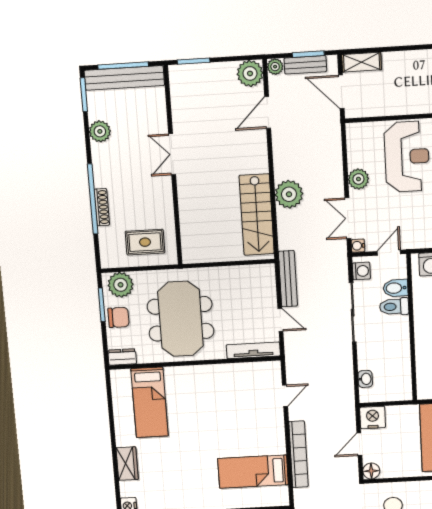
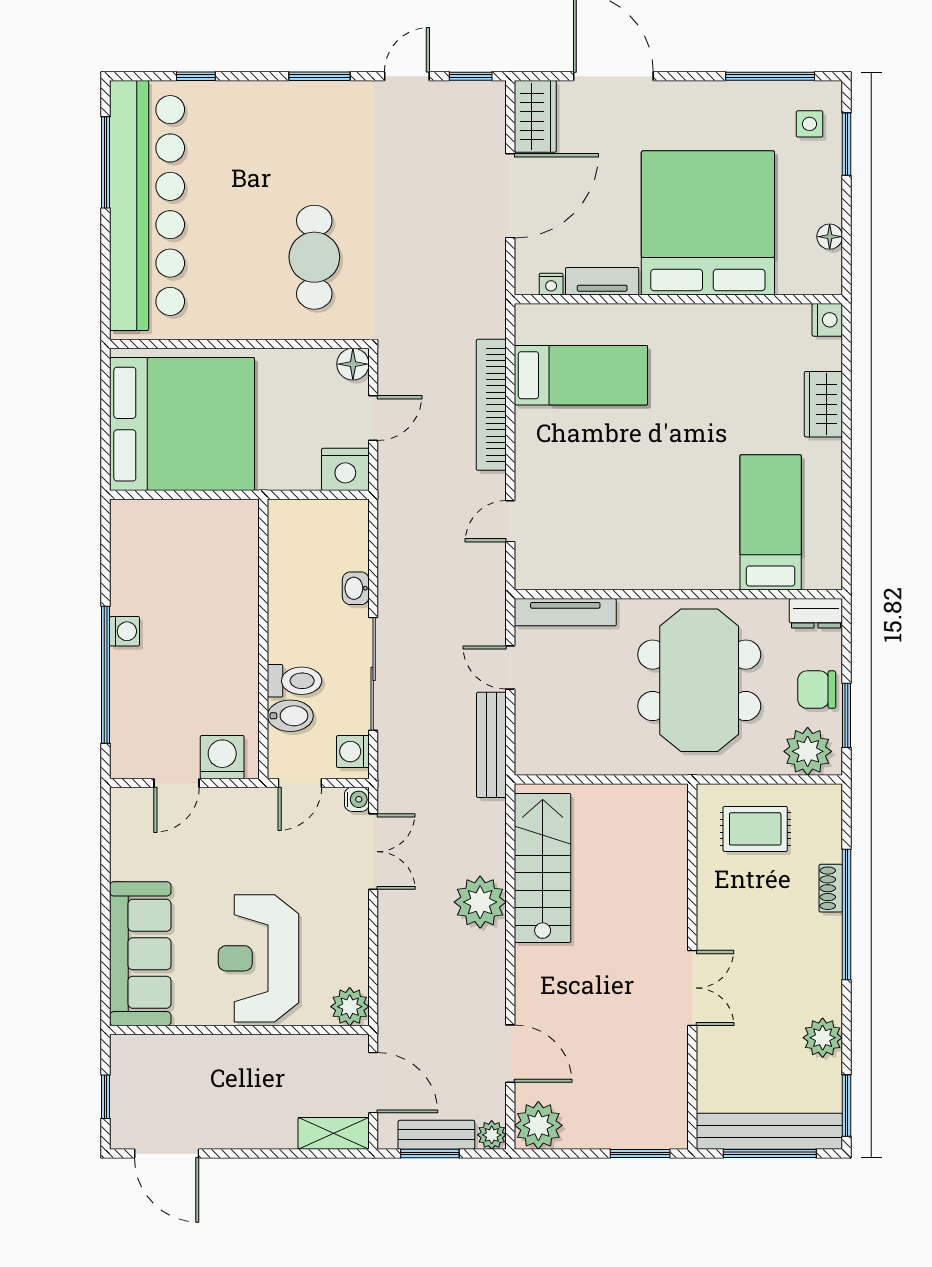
door: (268, 112) -> (510, 1054), hinge flipped
plant: (358, 179) -> (350, 1007), moved
shoe rack: (102, 207) -> (831, 888), width x0.70
washbasin: (365, 379) -> (356, 588), moved

